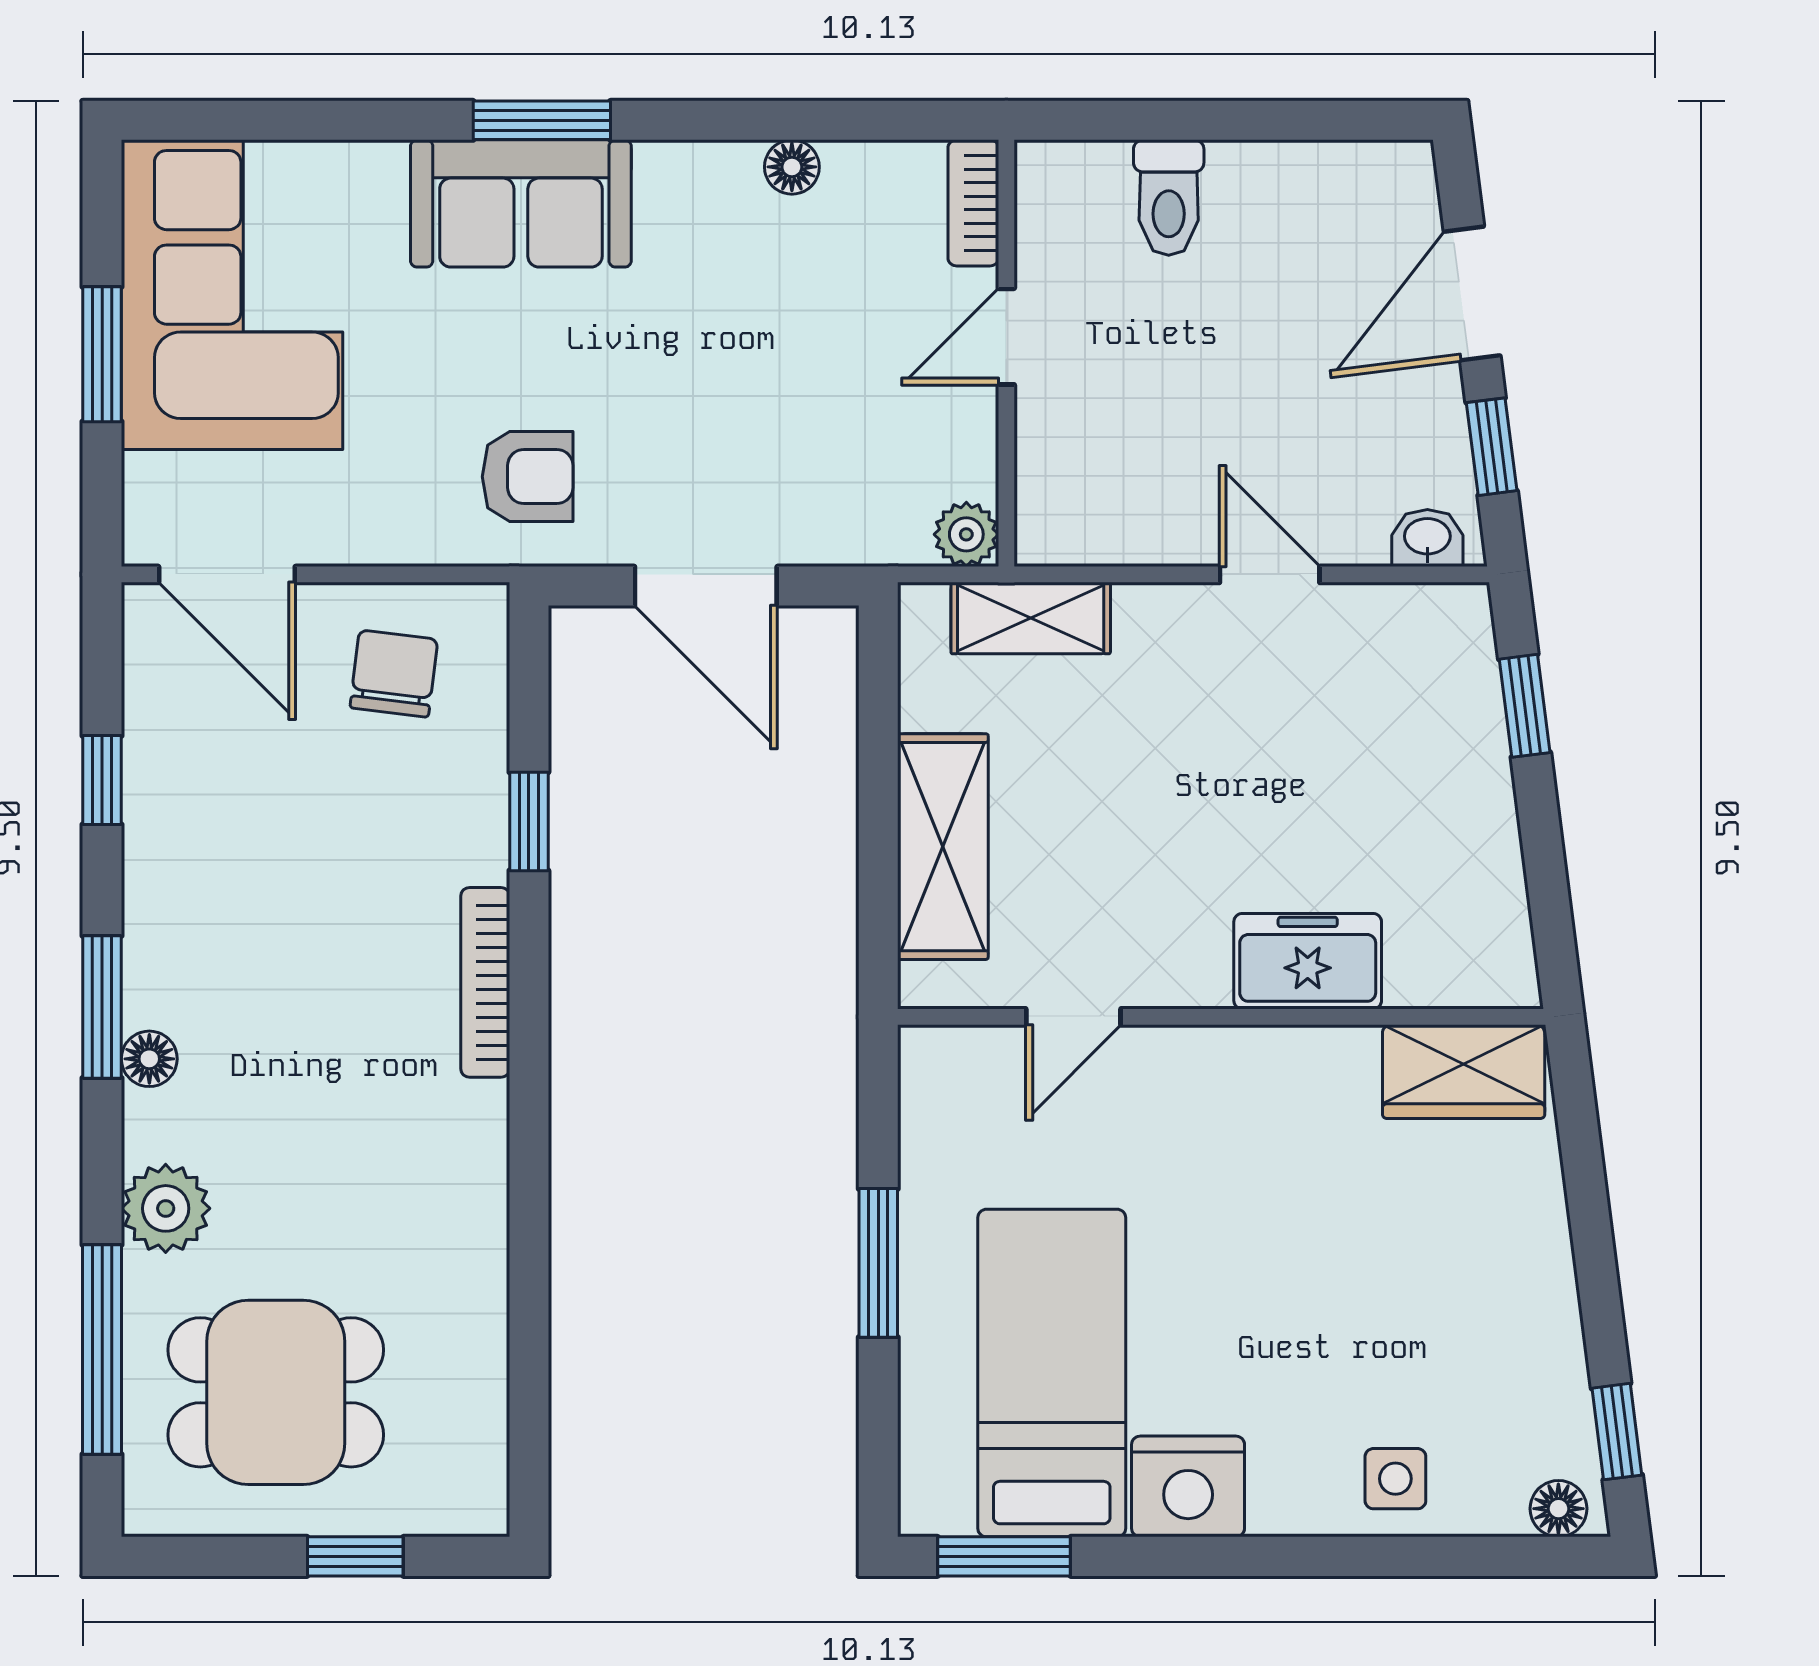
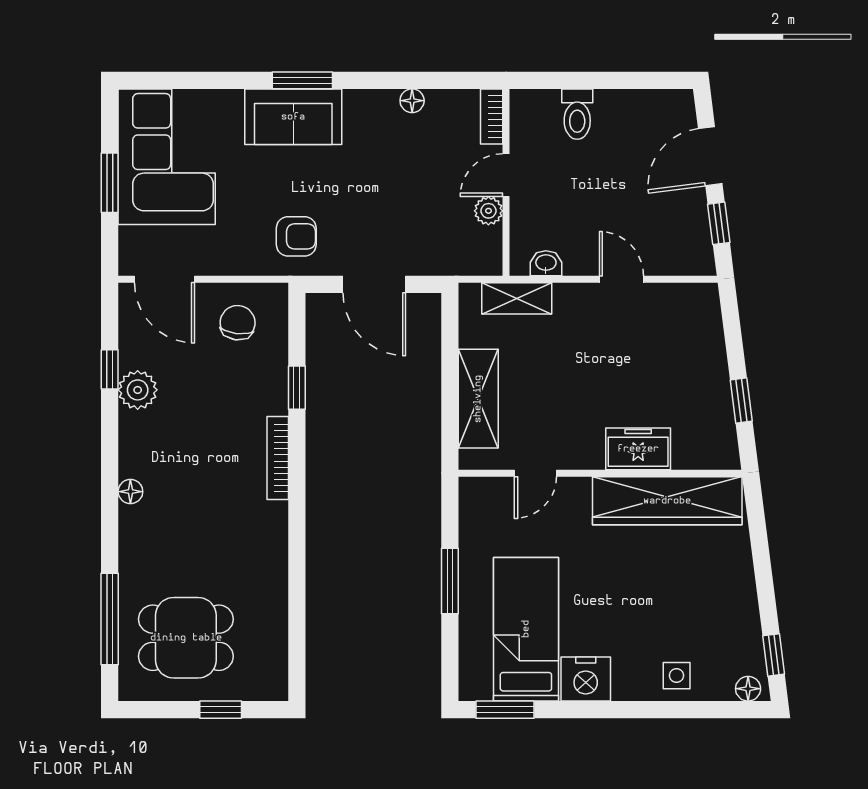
plant: (966, 534) -> (488, 211), moved
washbasin: (1427, 538) -> (546, 263), moved
window: (1525, 706) -> (741, 401), moved
window: (102, 1007) -> (110, 469), removed
wardrobe: (1464, 1072) -> (667, 501), width x2.10, depth x1.17
plant: (166, 1208) -> (138, 390), moved

